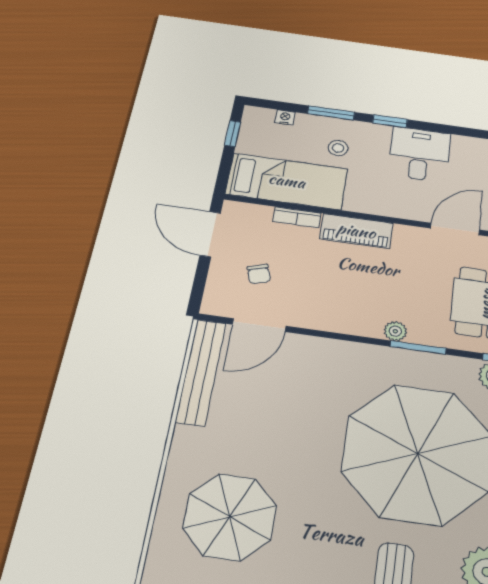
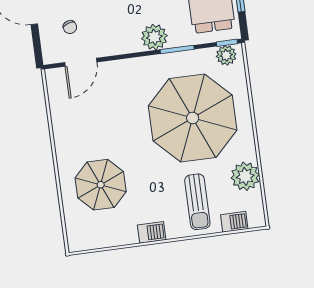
plant: (395, 331) -> (154, 37), width x1.87, depth x1.87
bench: (201, 372) -> (57, 103), removed

